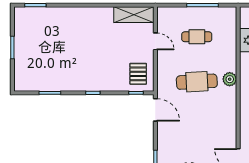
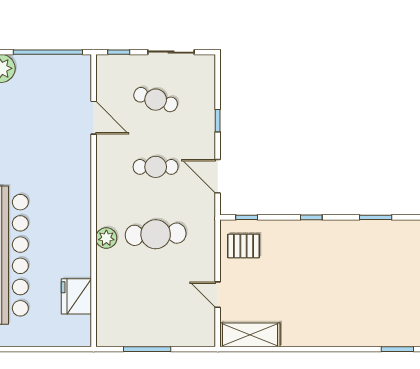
cafe table: (197, 37) -> (156, 167), moved
pallet: (138, 74) -> (243, 246), turned 90
door: (155, 110) -> (218, 176), moved

